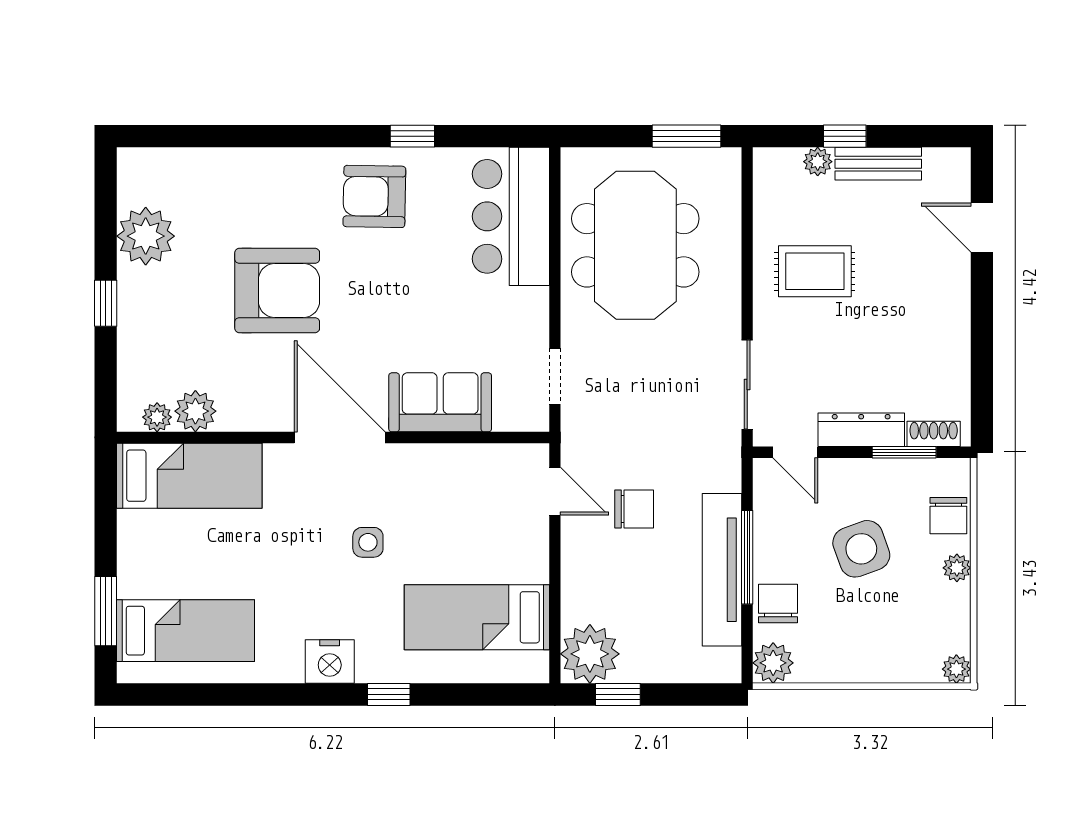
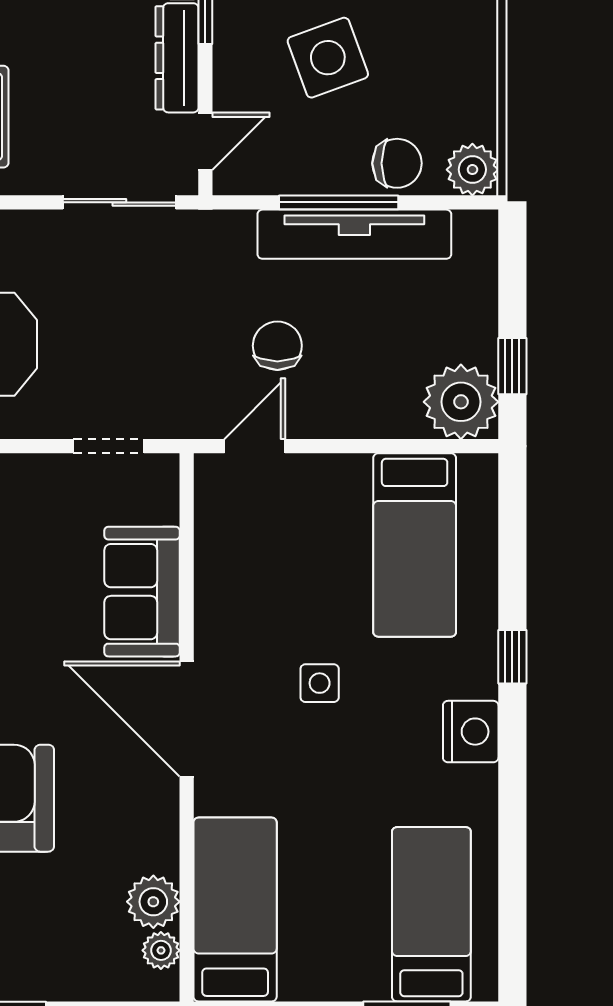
door: (340, 437) -> (187, 719), hinge flipped
chair: (778, 603) -> (397, 163), turned 180

